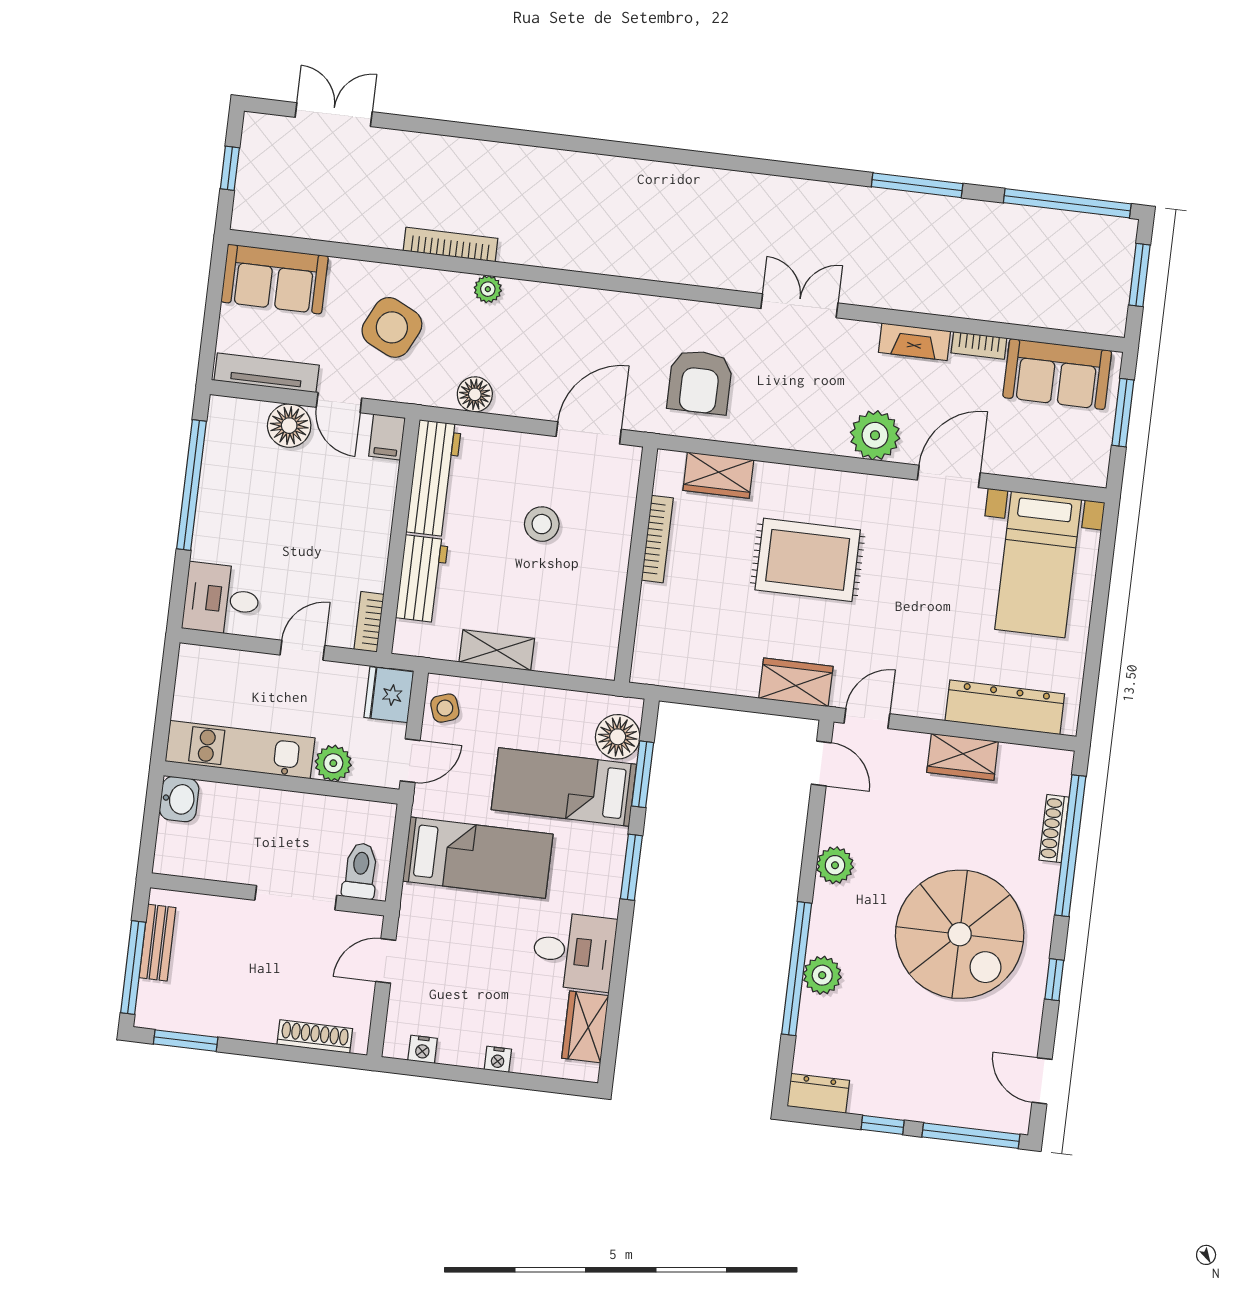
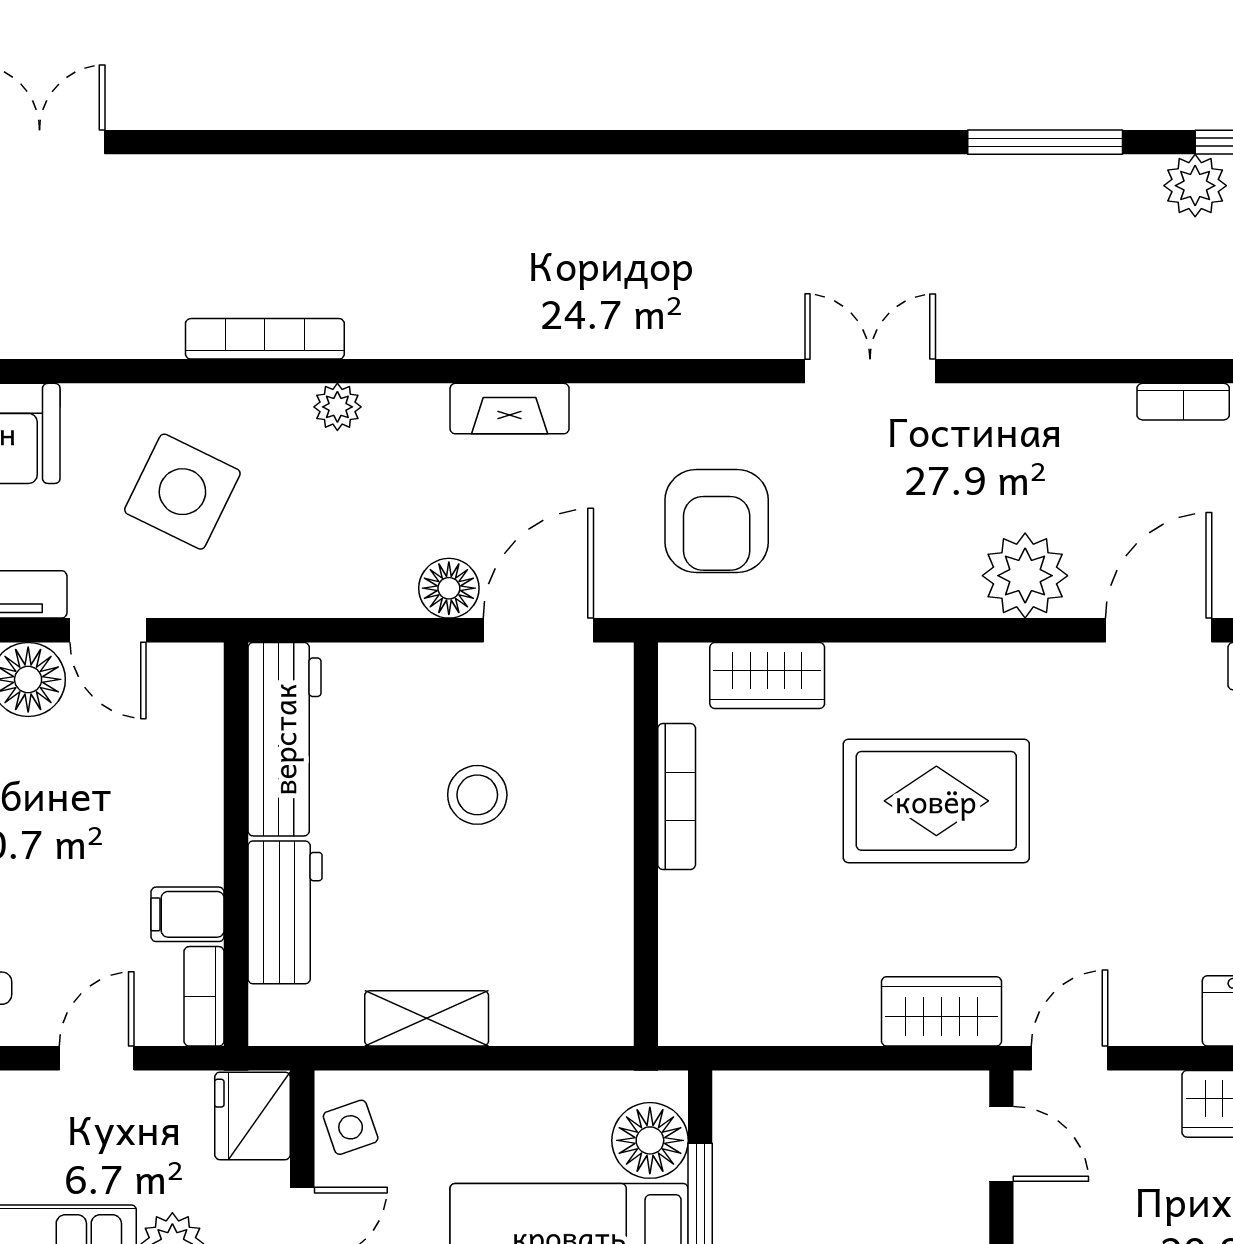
plant: (1001, 221) -> (1195, 186), added
fireplace: (915, 342) -> (510, 409), moved
floor lamp: (475, 394) -> (449, 588), moved
filing cabinet: (387, 437) -> (188, 914), moved, turned 90

